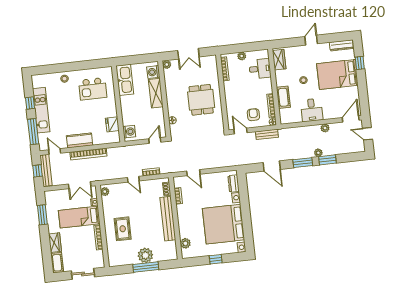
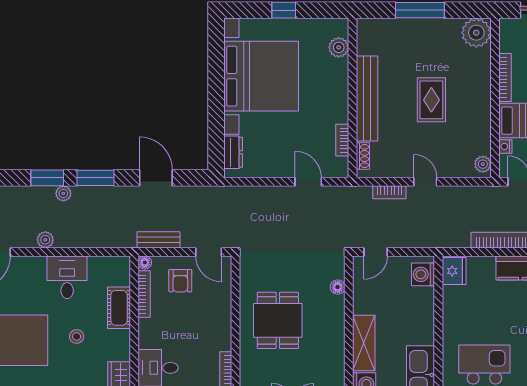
fridge: (112, 124) -> (454, 271), moved
rug: (123, 229) -> (431, 100), moved
plant: (145, 255) -> (476, 33), moved

